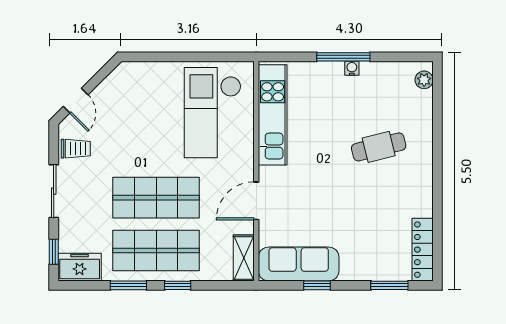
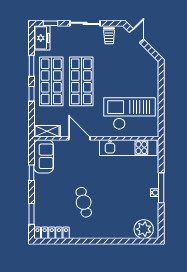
plant: (424, 80) -> (144, 229), width x1.88, depth x1.88
door: (76, 101) -> (136, 36), swing flipped
cafe table: (379, 147) -> (84, 202), moved
sofa: (299, 264) -> (44, 156), width x0.73

